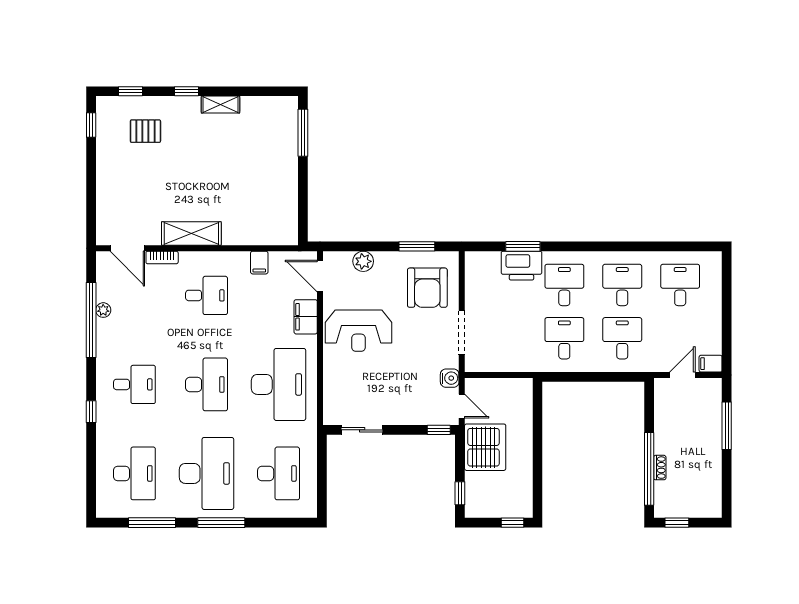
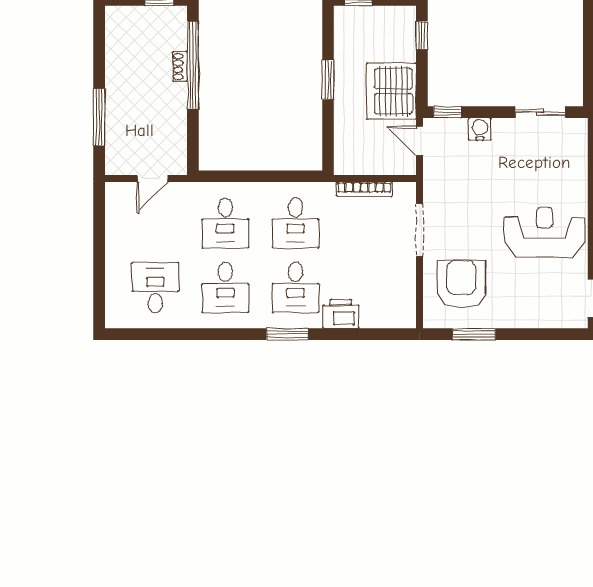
window: (523, 246) -> (287, 334), moved
plant: (363, 261) -> (539, 316), removed
printer: (521, 266) -> (341, 314), width x0.73, depth x0.84
desk: (680, 285) -> (155, 287), turned 180
filing cabinet: (711, 364) -> (119, 192), removed
bookcase: (507, 366) -> (364, 189), added
water cooler: (450, 378) -> (480, 129), moved, turned 90
window: (537, 457) -> (328, 80), added

